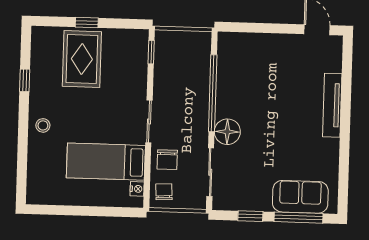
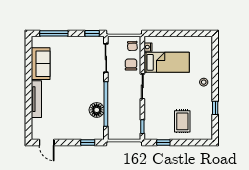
window: (87, 22) -> (163, 143), moved
window: (246, 27) -> (88, 143), added
rug: (82, 59) -> (182, 121), width x0.73, depth x0.70
floor lamp: (227, 132) -> (97, 110), moved
sofa: (300, 197) -> (41, 64), moved, turned -90
window: (250, 216) -> (92, 33), moved

